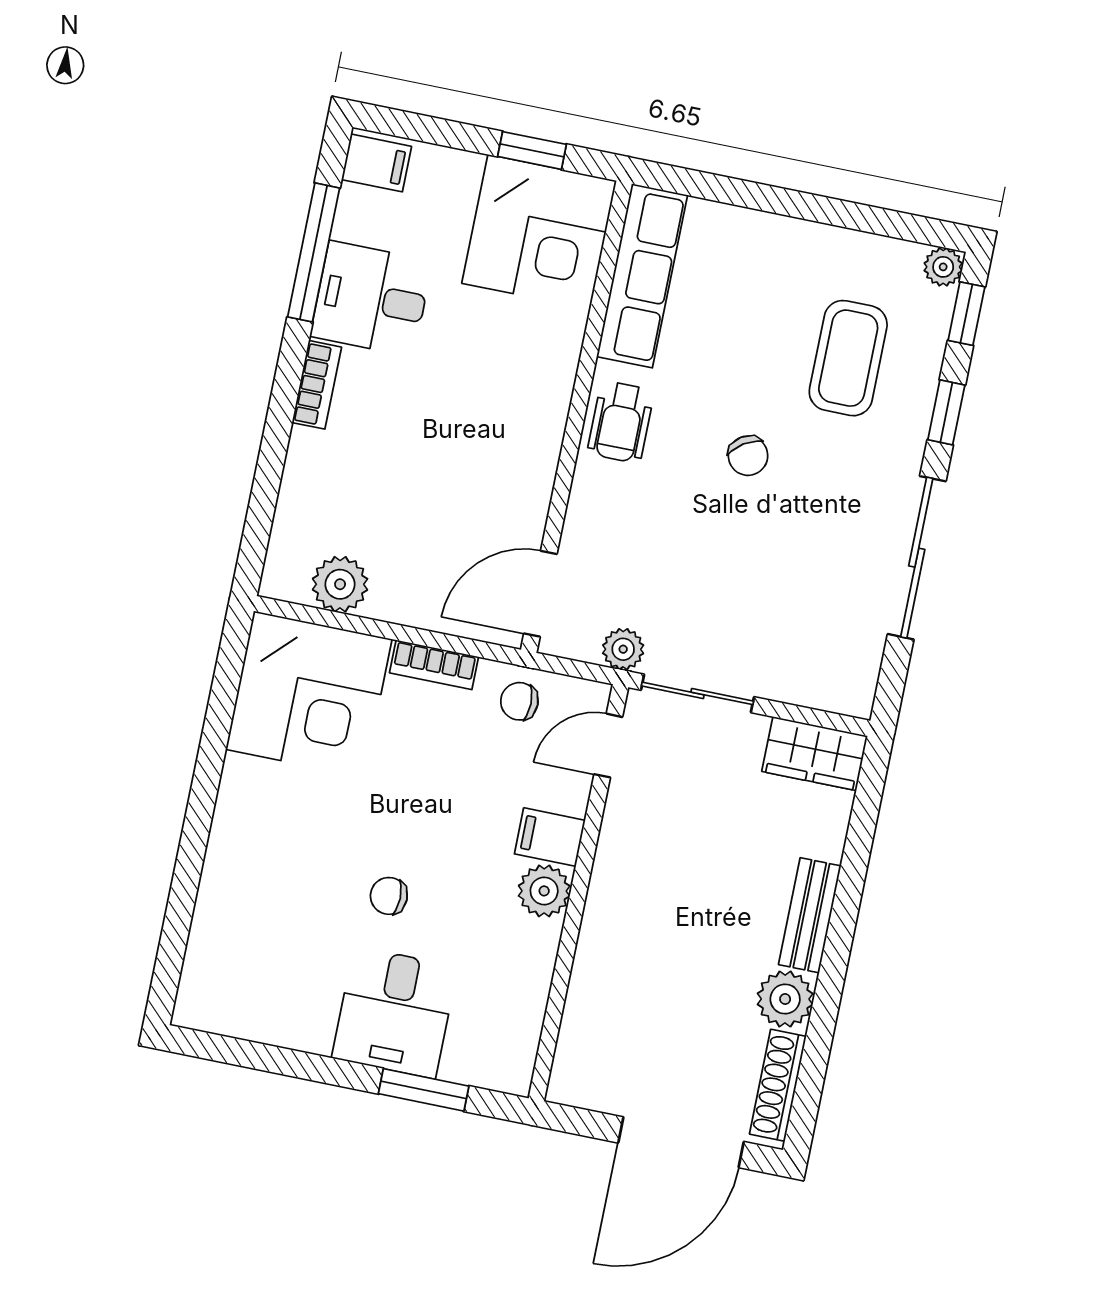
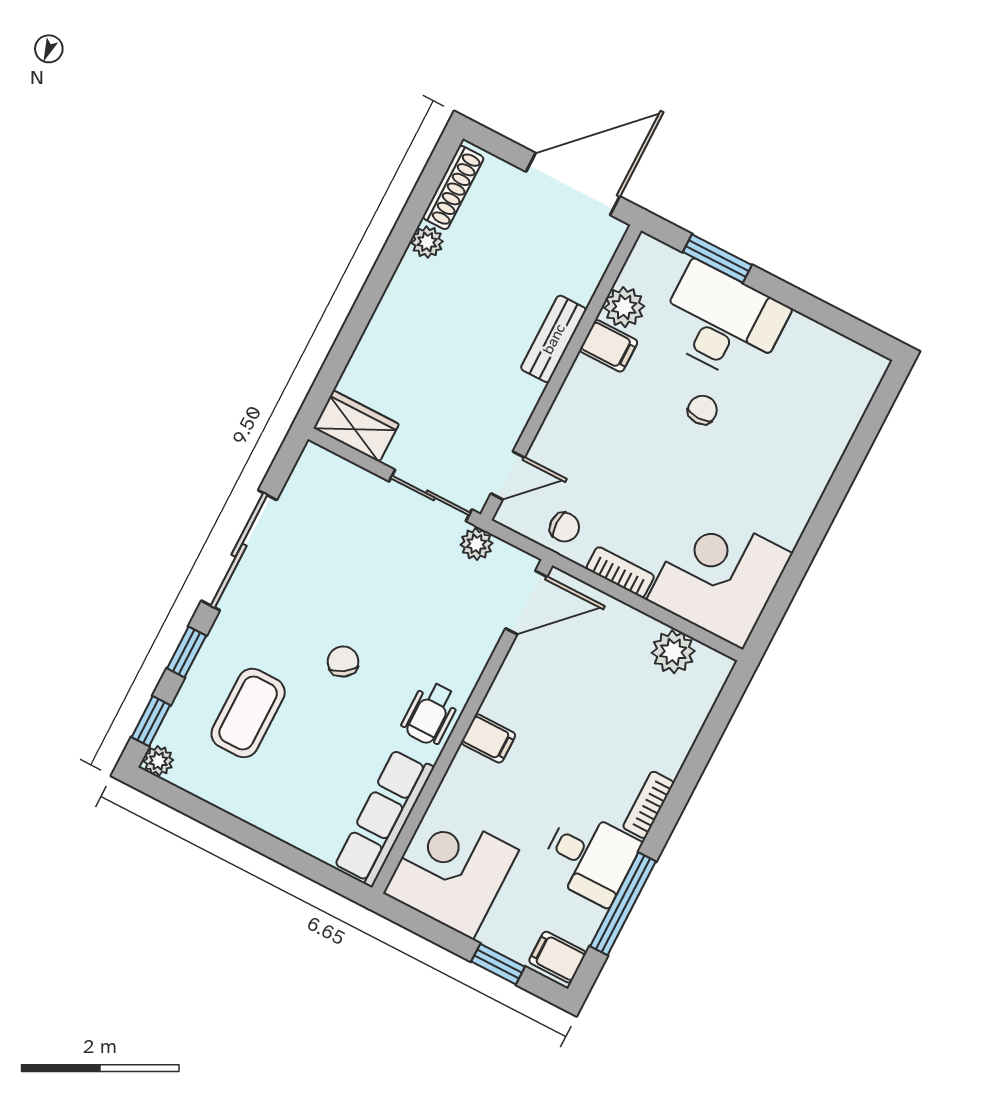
window: (532, 150) -> (498, 964), moved
filing cabinet: (540, 411) -> (488, 739), added
wheelchair: (621, 422) -> (431, 713), turned 180
filing cabinet: (550, 837) -> (609, 346), moved
plant: (544, 891) -> (624, 307), moved
chair: (389, 896) -> (702, 410), turned -90
bench: (810, 915) -> (554, 339), moved
plant: (785, 999) -> (427, 242), width x0.73, depth x0.73
desk: (395, 1012) -> (723, 322), width x1.37
door: (681, 1142) -> (573, 184), moved

